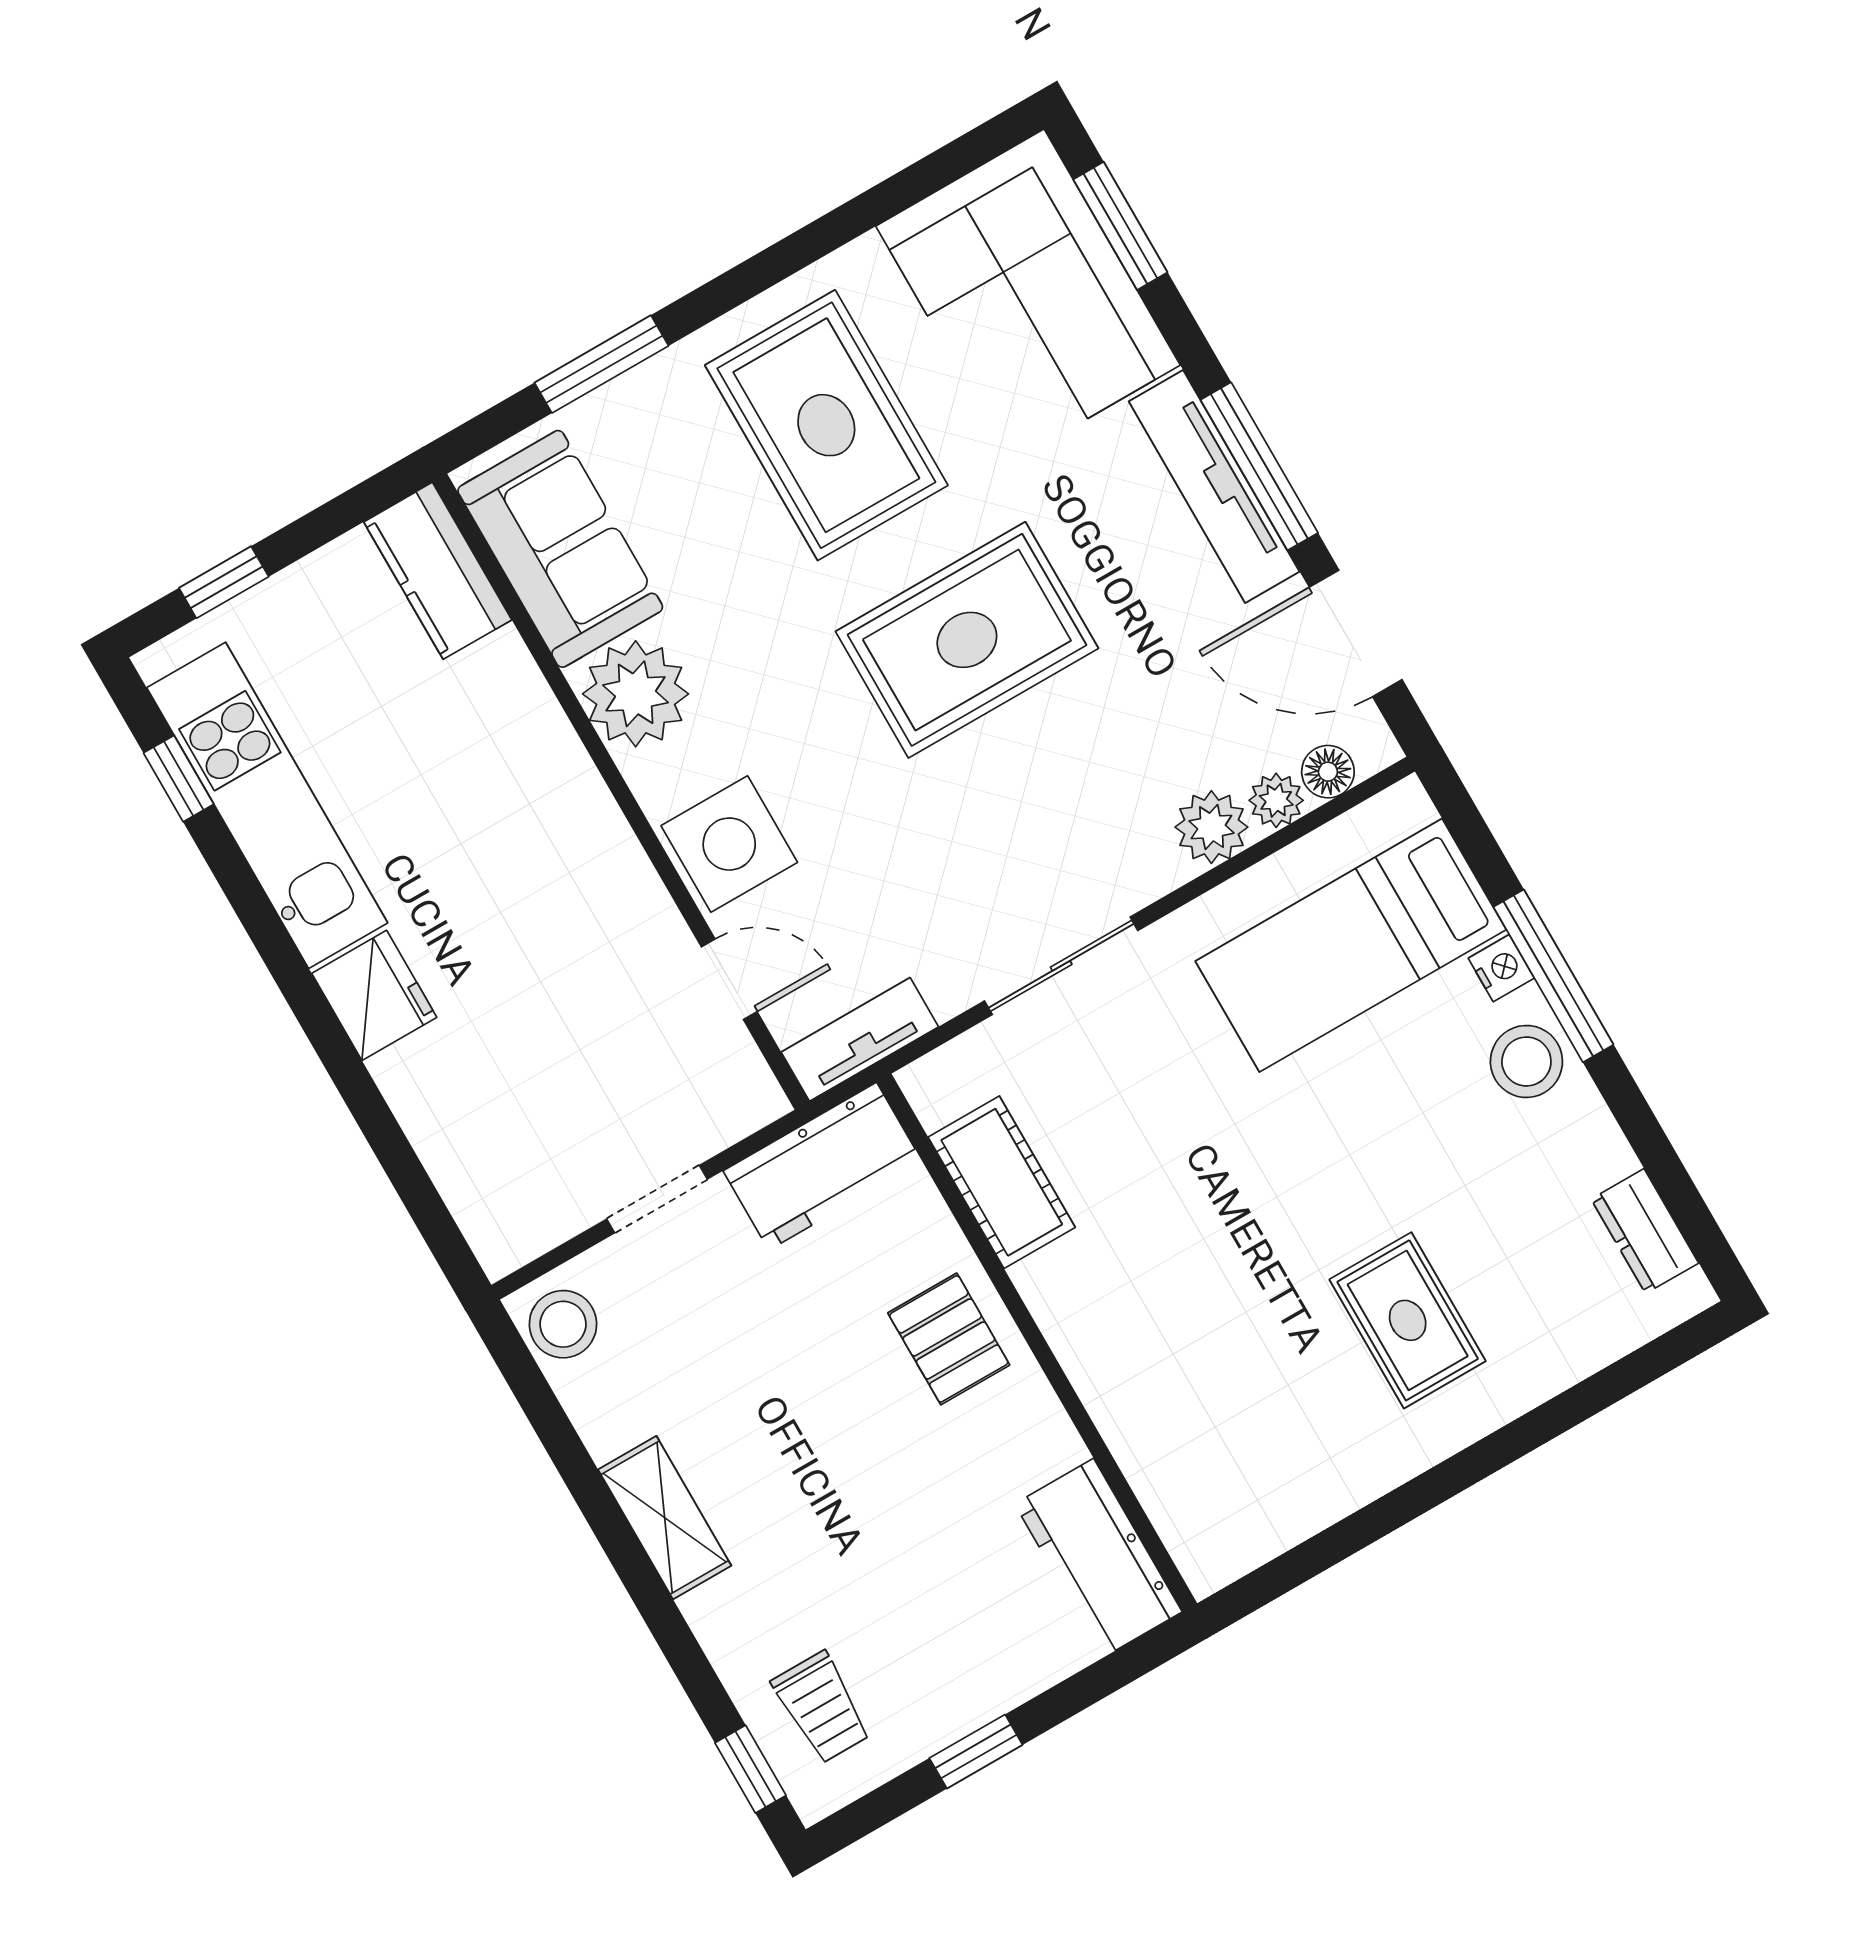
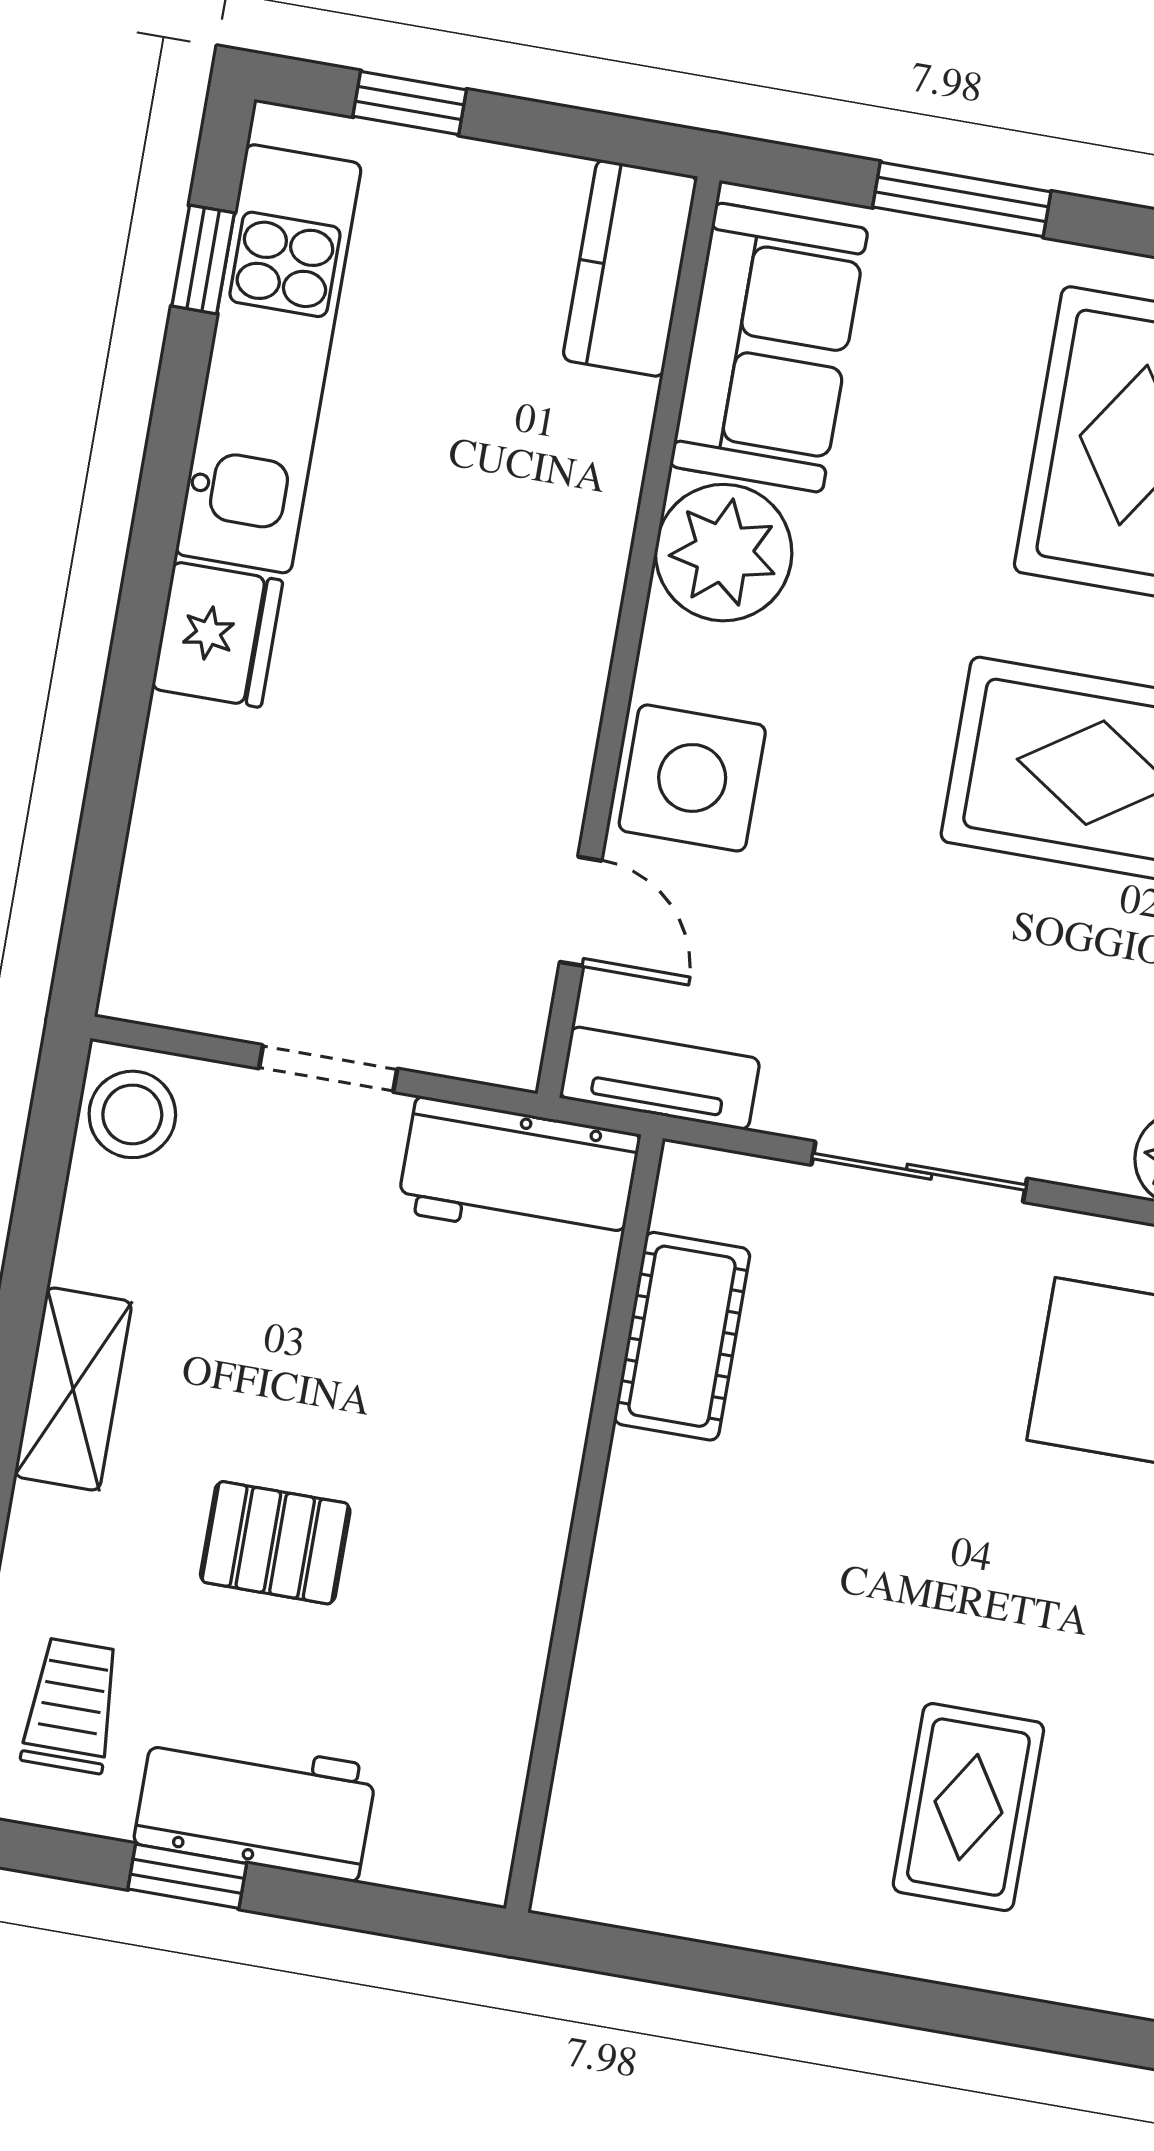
pallet: (949, 1339) -> (275, 1543), moved, turned 90
workbench: (1098, 1558) -> (255, 1805), moved, turned 90
trolley: (822, 1707) -> (71, 1706), turned 180

